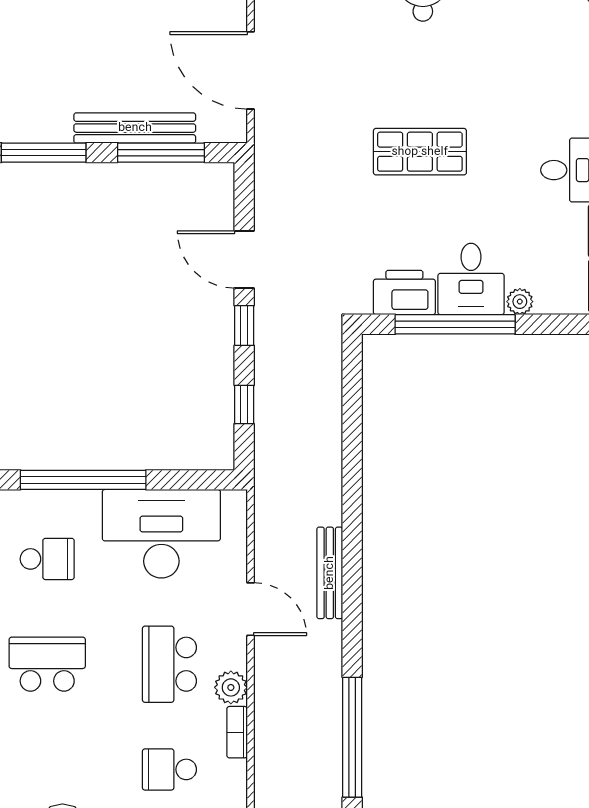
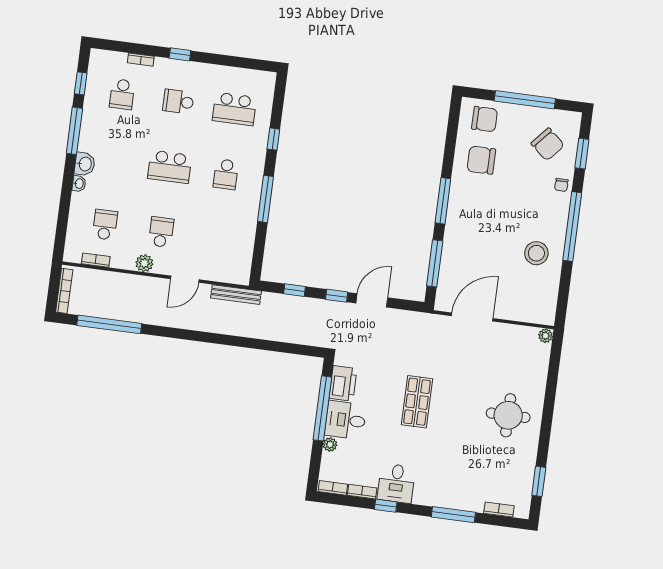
bench: (135, 128) -> (450, 251), removed
window: (83, 480) -> (266, 199), width x0.68
desk: (161, 534) -> (231, 237), removed
bench: (330, 573) -> (236, 295), moved
school desk: (47, 664) -> (170, 167), turned 90
school desk: (169, 664) -> (161, 232), width x0.54
bookcase: (237, 732) -> (96, 260), moved

